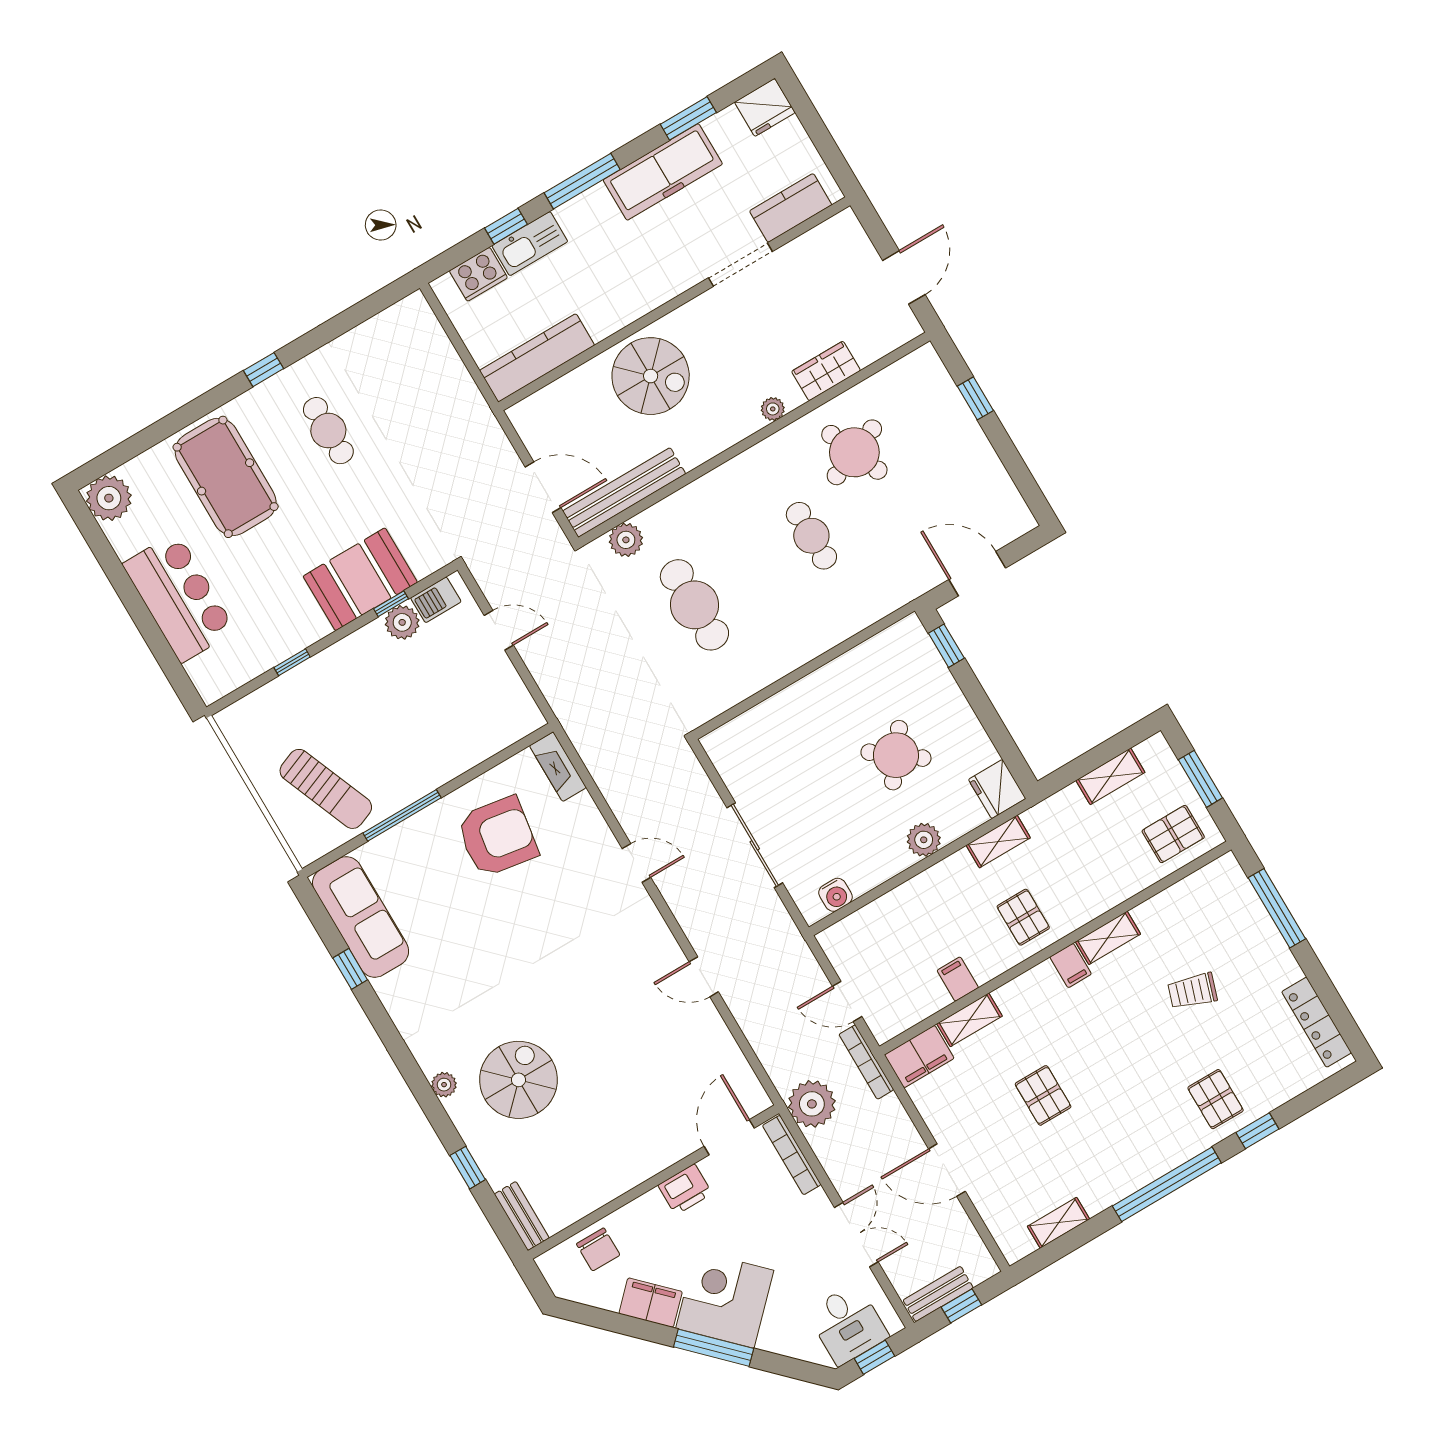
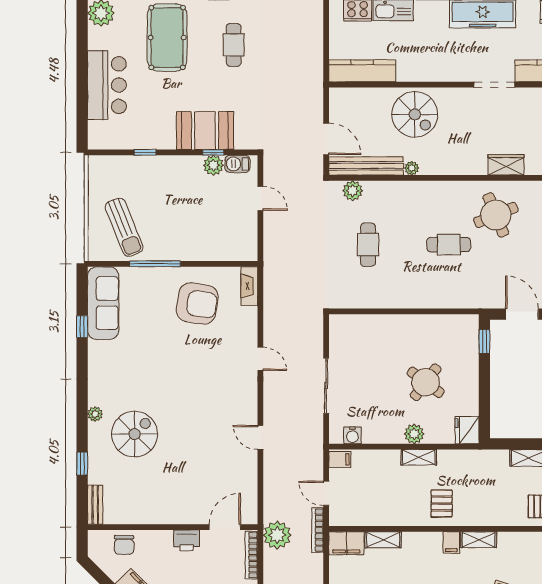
plant: (773, 409) -> (412, 168), moved
cafe table: (811, 536) -> (449, 245), turned 90
cafe table: (694, 605) -> (368, 245), width x0.73, depth x0.74
shelving: (998, 842) -> (419, 457), moved
filing cabinet: (958, 979) -> (340, 459), moved, turned 90

